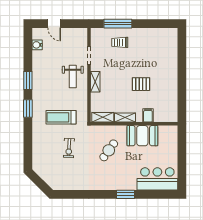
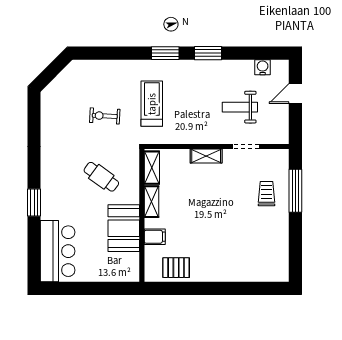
weight bench: (73, 77) -> (240, 107), moved
pallet: (141, 84) -> (176, 268), moved, turned 90

